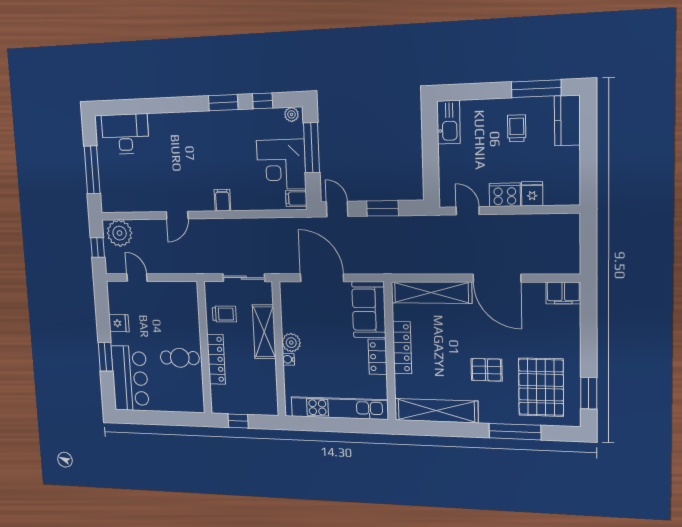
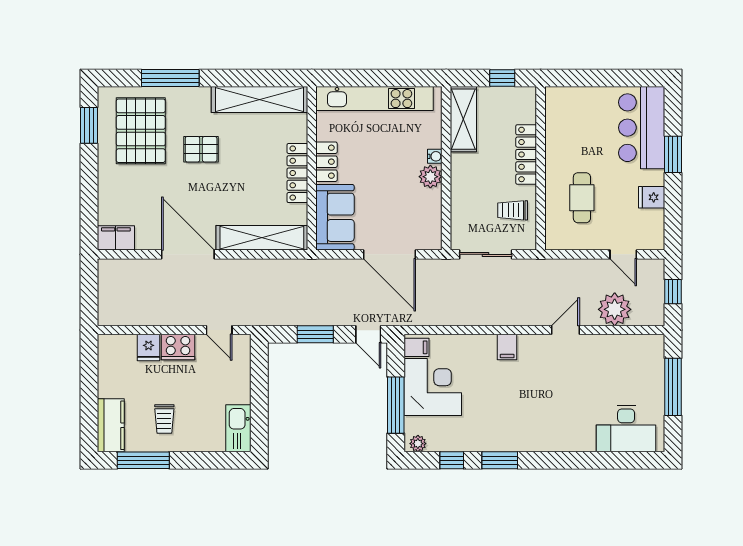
plant: (120, 233) -> (615, 309), moved
shelving: (264, 332) -> (463, 119), moved
cafe table: (180, 358) -> (582, 198), moved, turned 90

